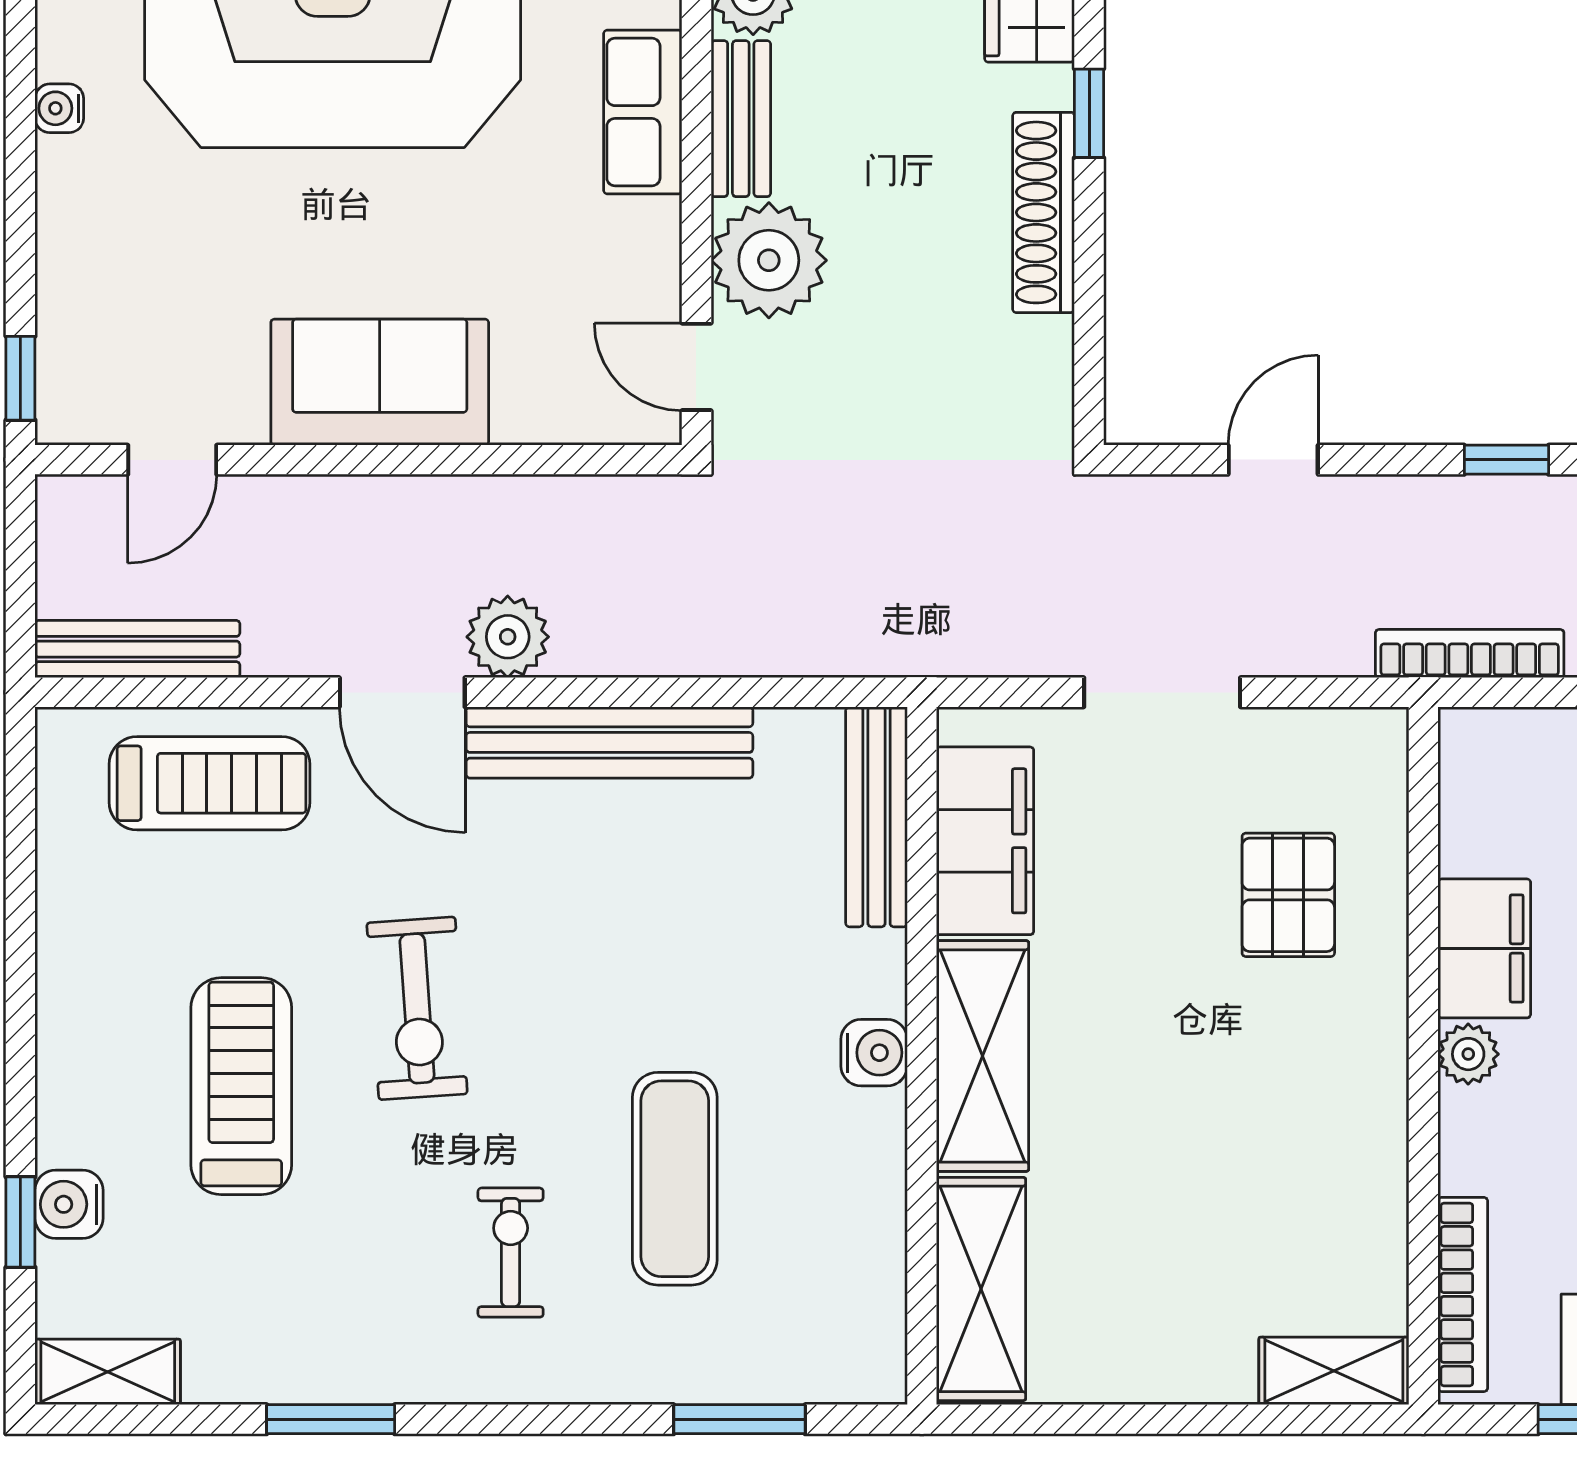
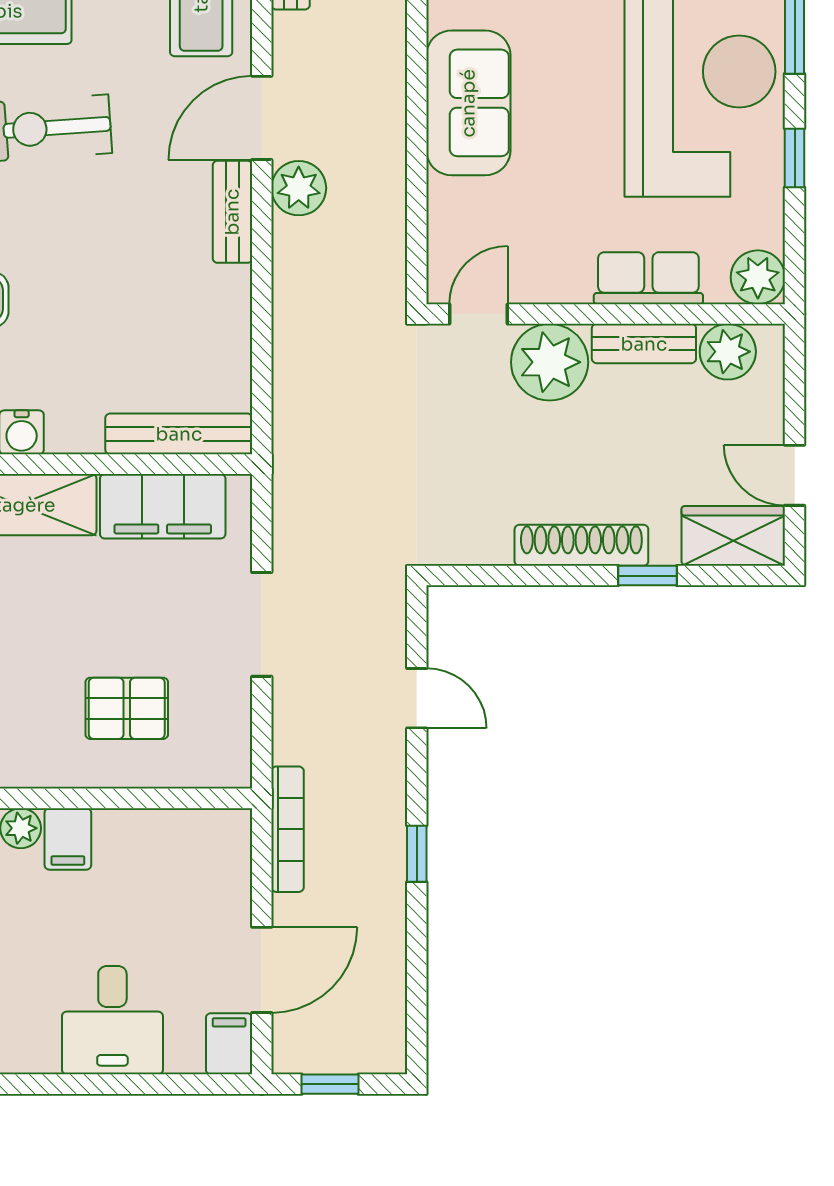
bench: (609, 742) -> (232, 212), width x0.54, depth x0.82
filing cabinet: (1484, 948) -> (68, 839), width x0.50

